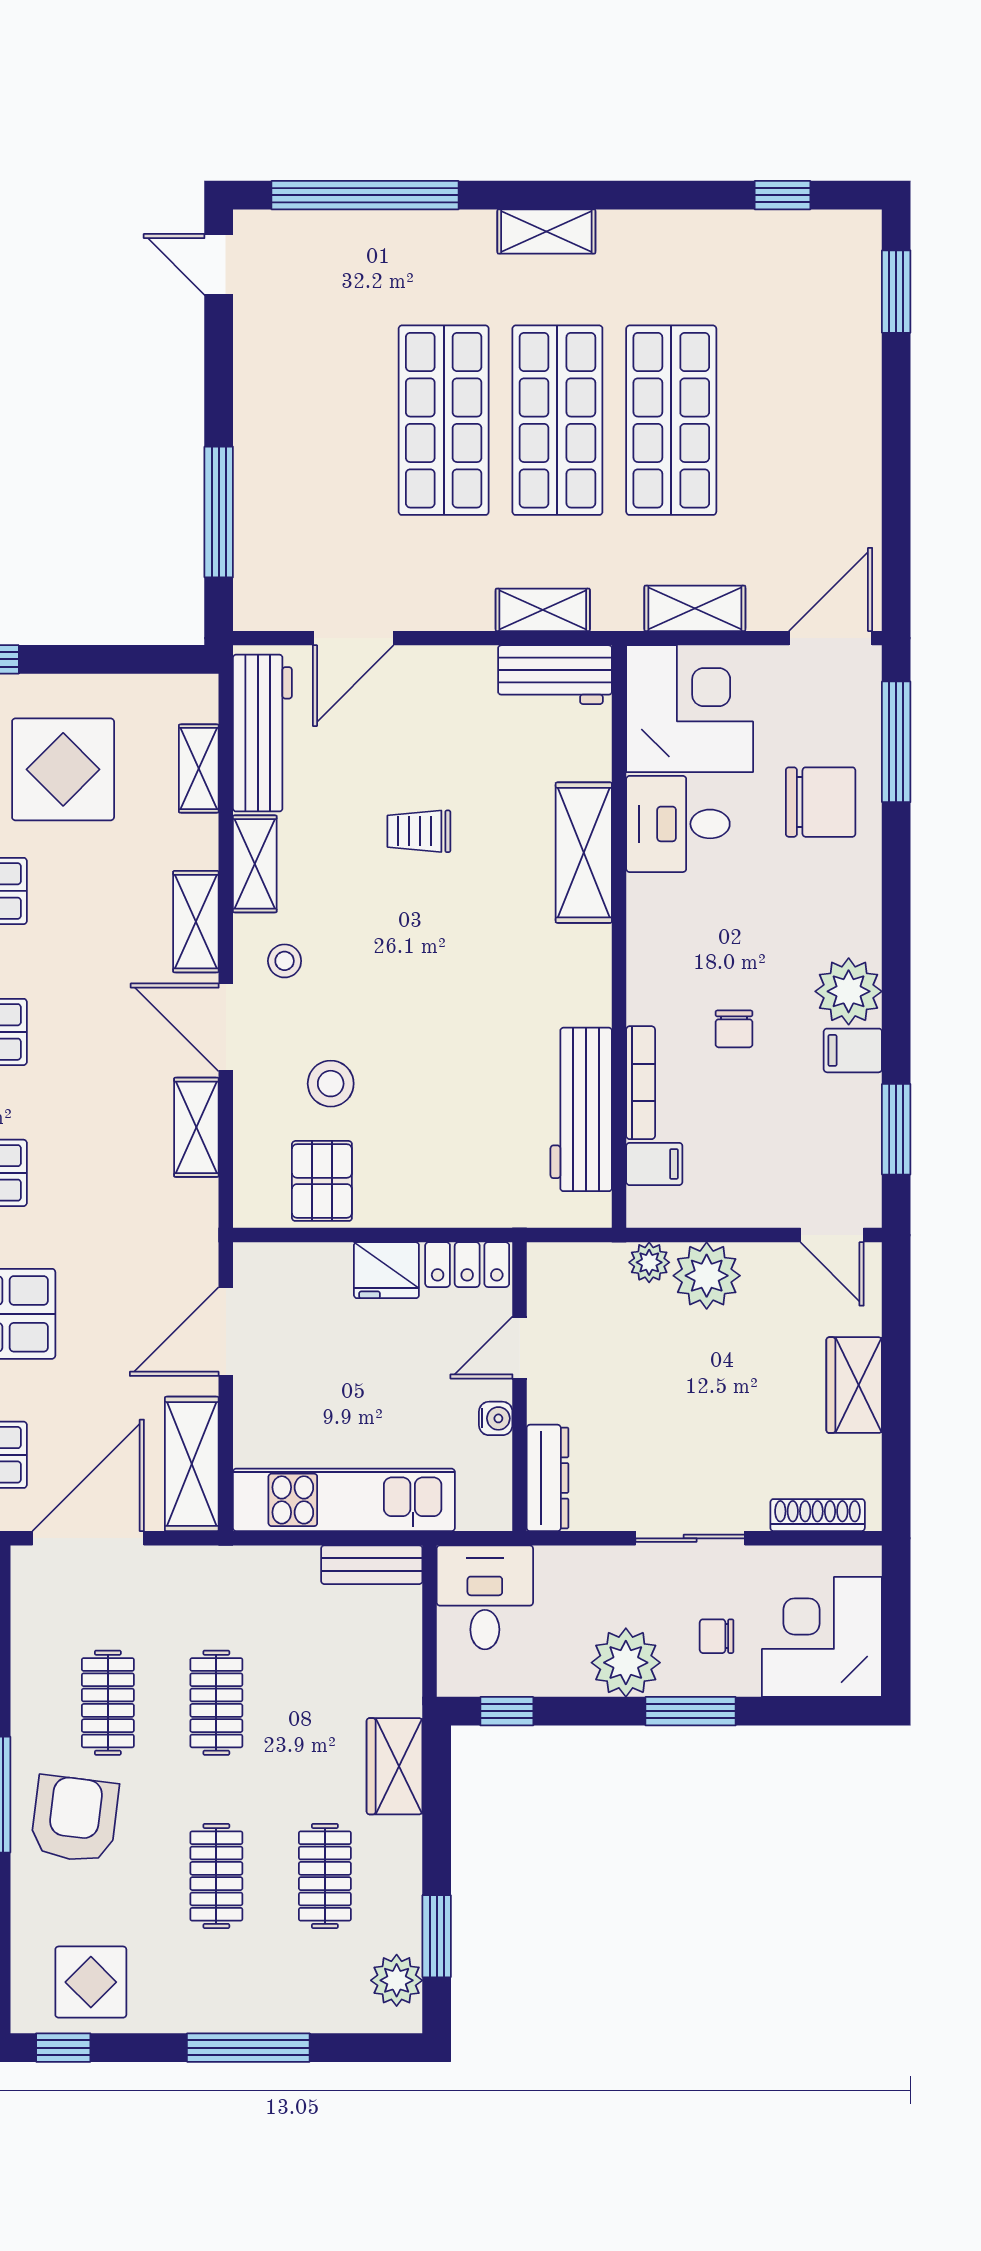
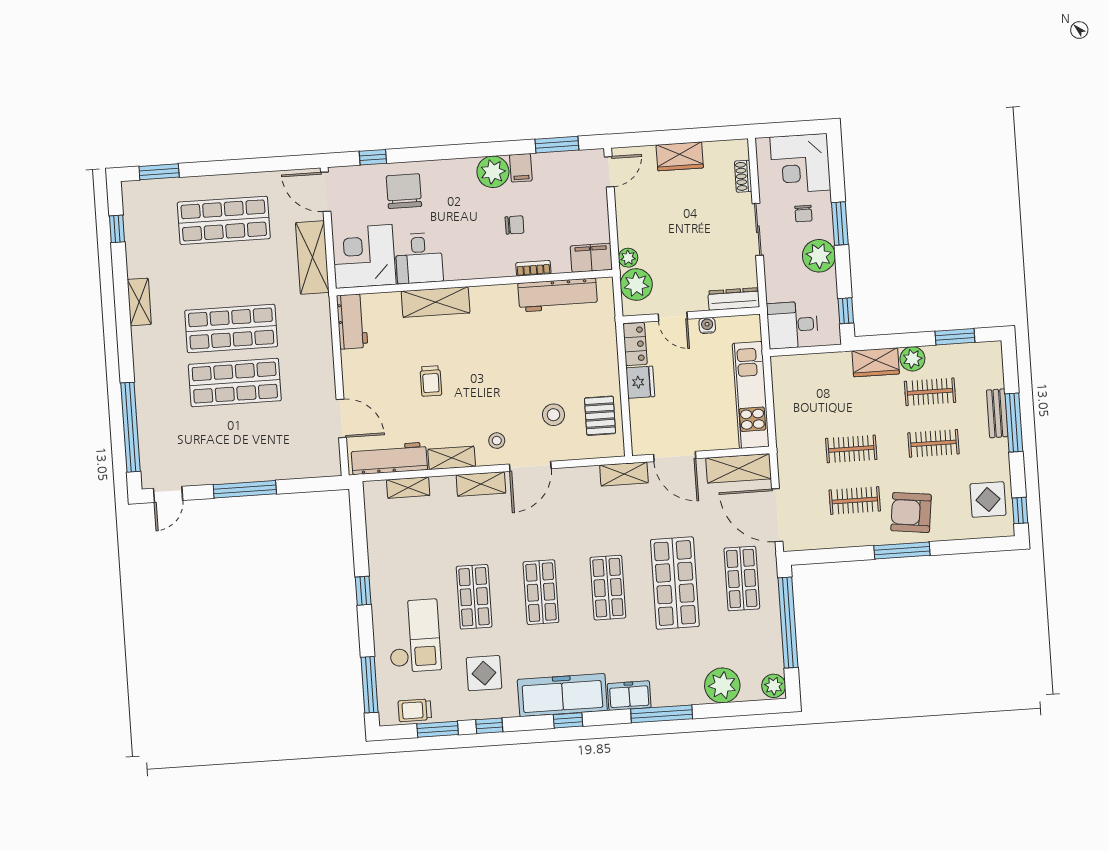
shelving: (546, 231) -> (139, 302), moved
shop shelf: (671, 420) -> (224, 220), moved
window: (219, 512) -> (245, 489), moved
shelving: (695, 608) -> (312, 257), width x1.50, depth x1.33
shelving: (543, 610) -> (322, 329), removed
window: (896, 742) -> (373, 157), width x0.46
display table: (63, 769) -> (413, 552), removed
bookcase: (641, 1083) -> (533, 268), width x0.64
shelving: (196, 1127) -> (624, 474), moved
filing cabinet: (654, 1164) -> (591, 258), width x2.00
pallet: (322, 1181) -> (600, 416), turned 90
plant: (707, 1276) -> (636, 285), moved
shoe rack: (818, 1515) -> (743, 176), width x0.70
bench: (372, 1565) -> (997, 413), moved
plant: (397, 1980) -> (912, 359), moved

